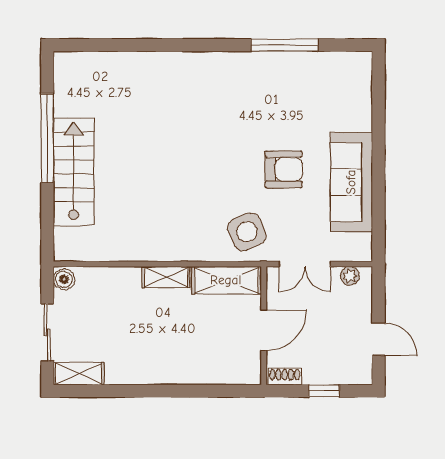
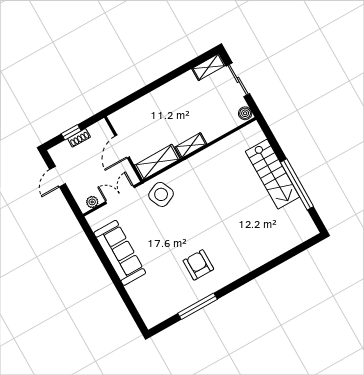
armchair: (284, 169) -> (198, 265), moved, turned 90
door: (378, 339) -> (58, 177), hinge flipped
shoe rack: (285, 377) -> (79, 138), moved

